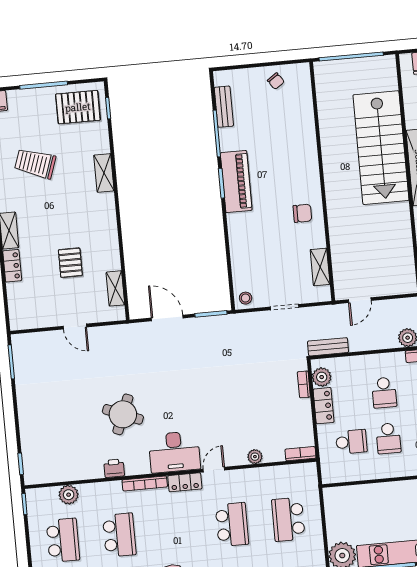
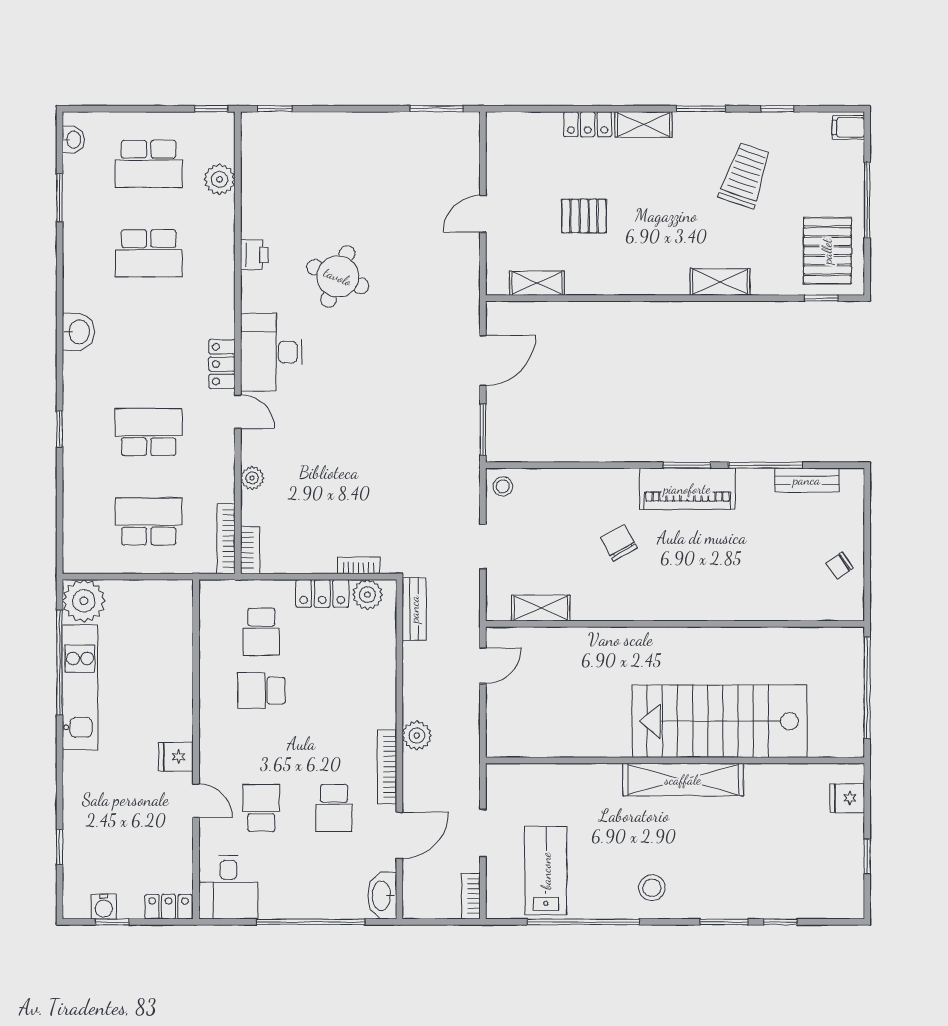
chair: (302, 213) -> (619, 543), moved, turned 151
door: (360, 300) -> (483, 666), swing flipped
school desk: (384, 393) -> (334, 691), removed
bookcase: (145, 483) -> (226, 539), moved
school desk: (232, 525) -> (149, 432), turned 180

